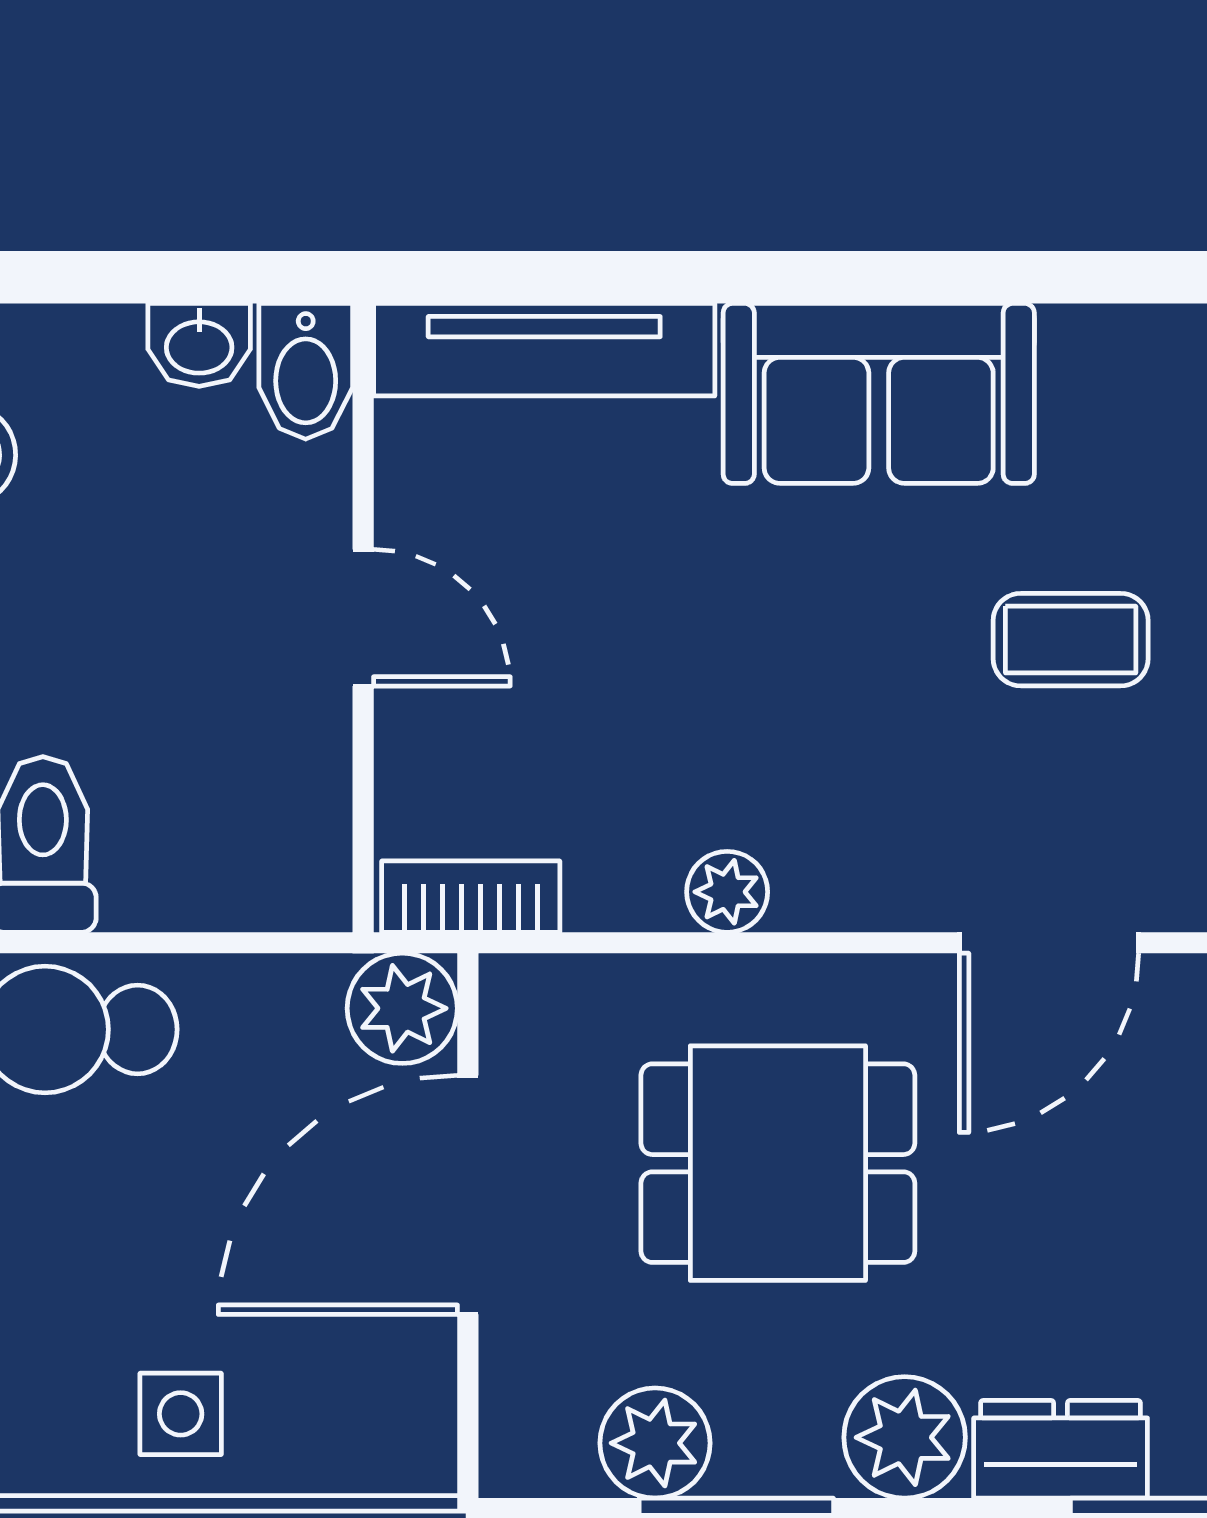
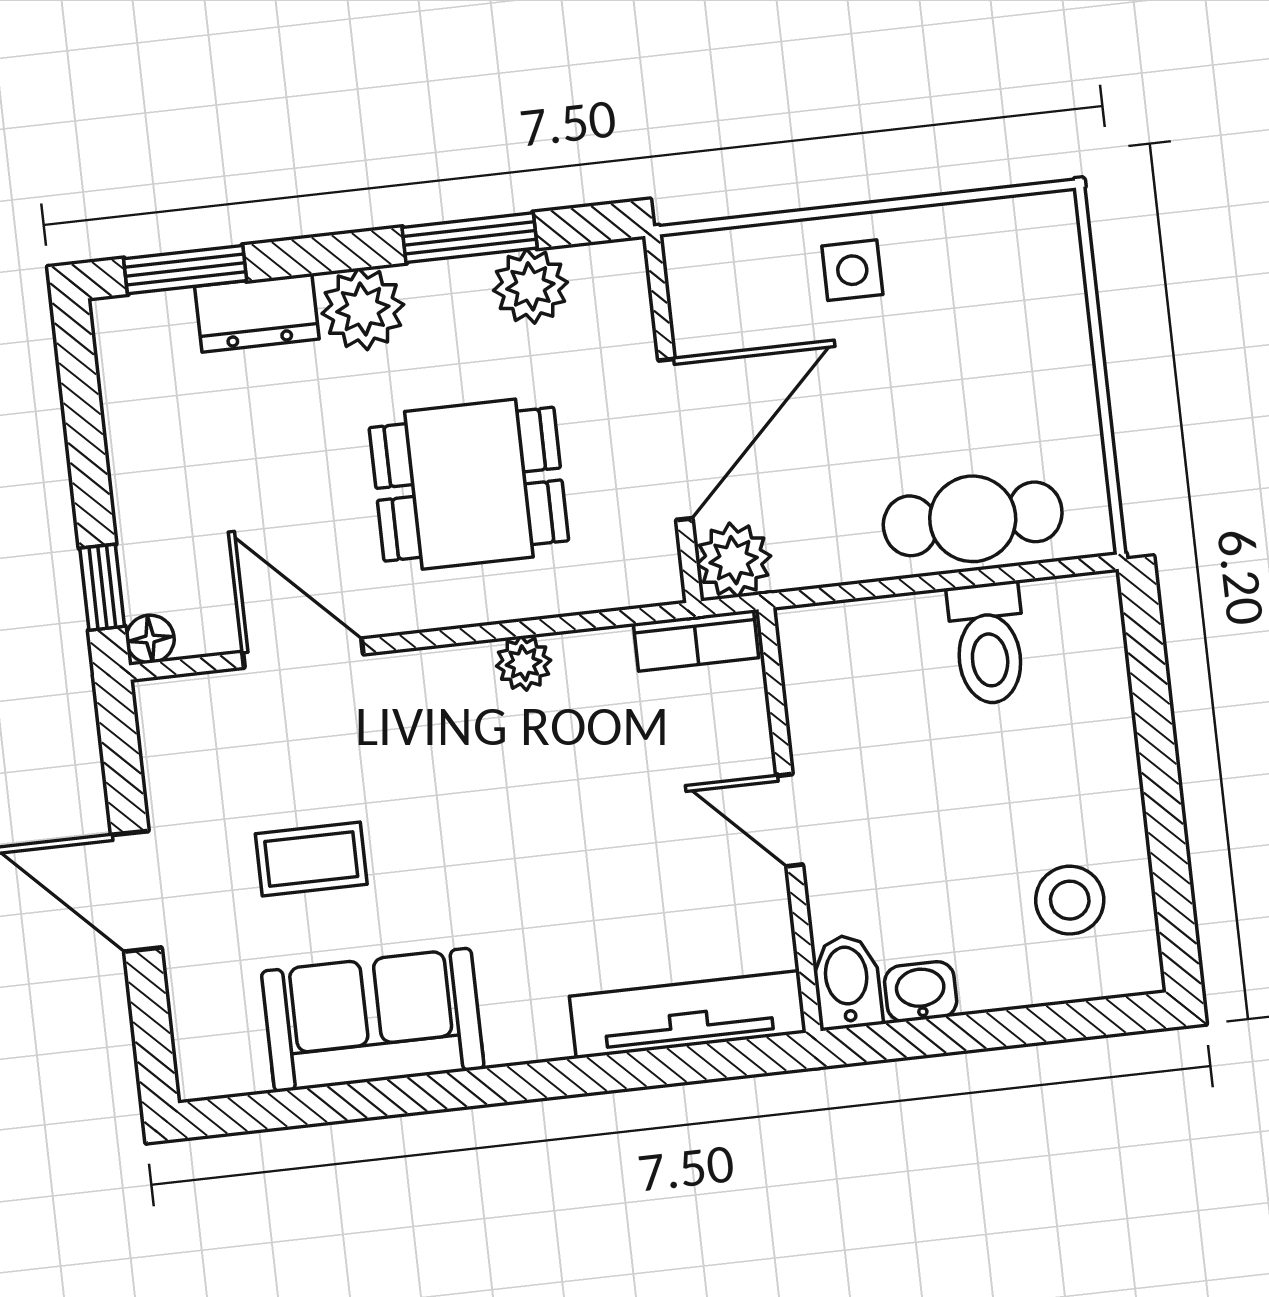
sofa: (879, 393) -> (373, 1020), moved
door: (1049, 943) -> (303, 653), hinge flipped

